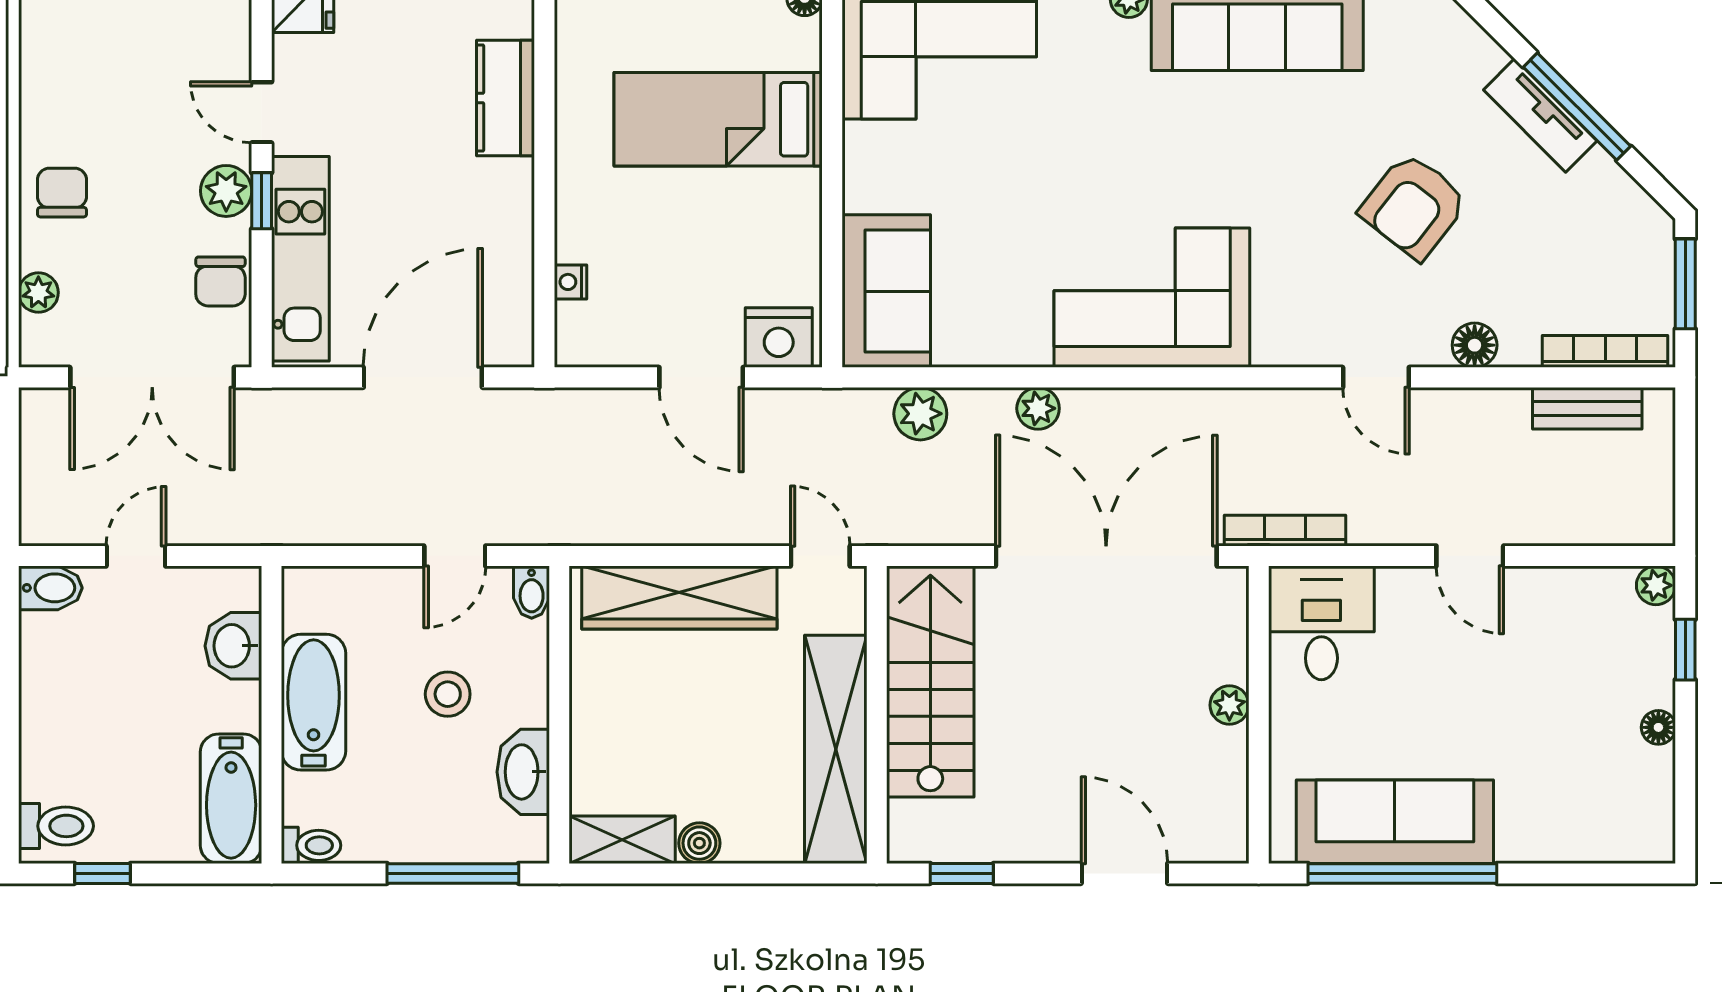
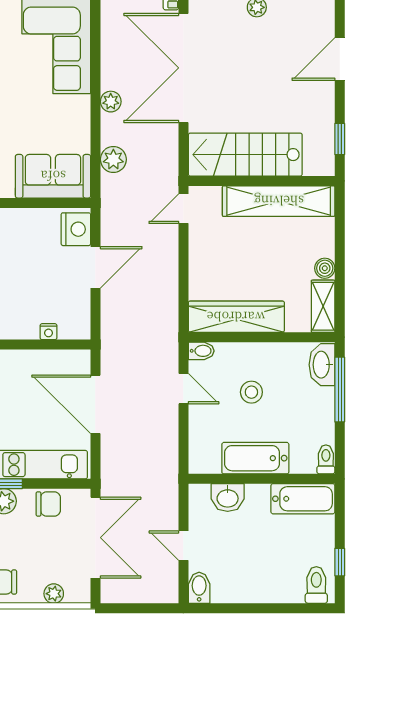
wardrobe: (679, 597) -> (236, 317), moved, turned -90
washbasin: (523, 772) -> (322, 365), moved, turned 90

